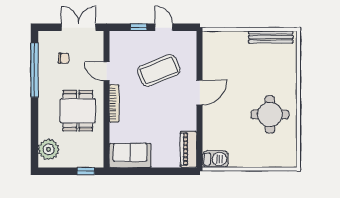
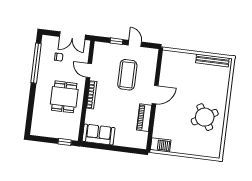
double door: (79, 27) -> (72, 36), swing flipped
coffee table: (159, 70) -> (127, 75), turned -68
round table: (270, 114) -> (205, 117), turned -30
plant: (49, 149) -> (39, 123), removed
piano: (189, 149) -> (144, 118), moved

